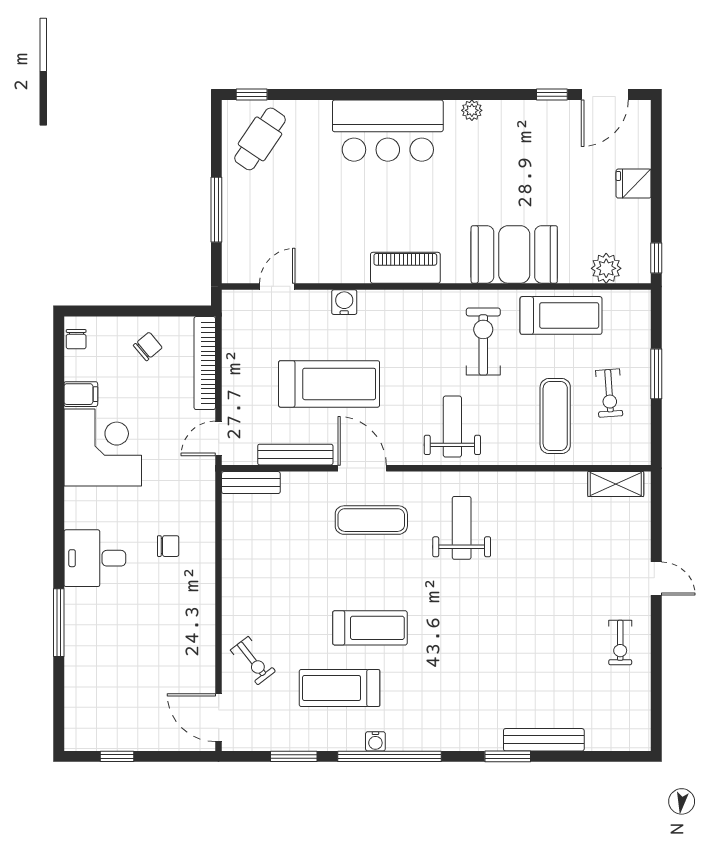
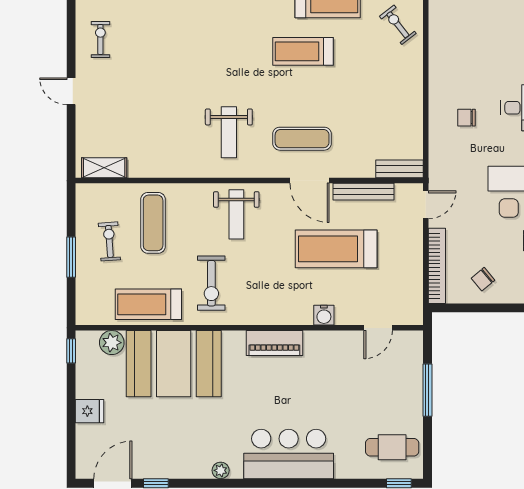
cafe table: (260, 139) -> (392, 447), turned 56
booth: (514, 254) -> (174, 364), width x1.36, depth x1.42

